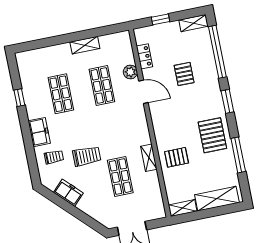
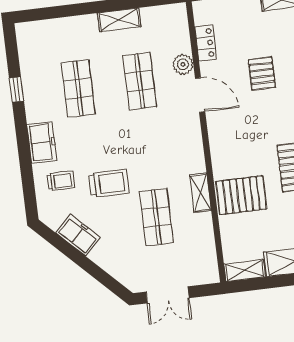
pallet: (177, 157) -> (241, 195), width x1.50, depth x1.42

